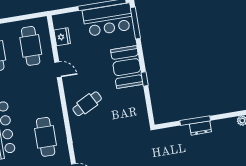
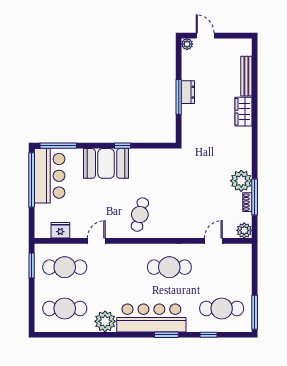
window: (27, 17) -> (32, 265), added
cafe table: (87, 104) -> (140, 215), turned 41

